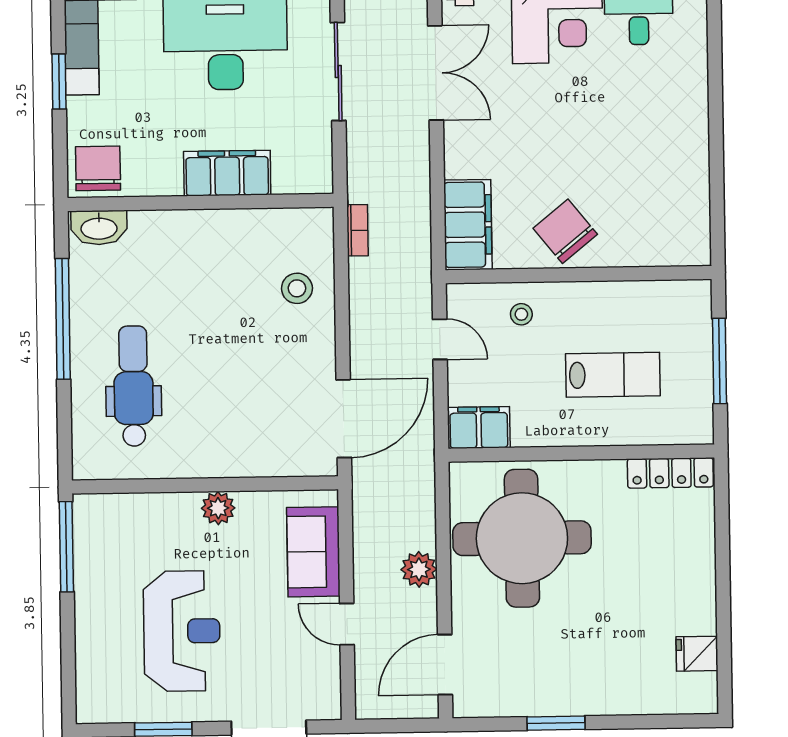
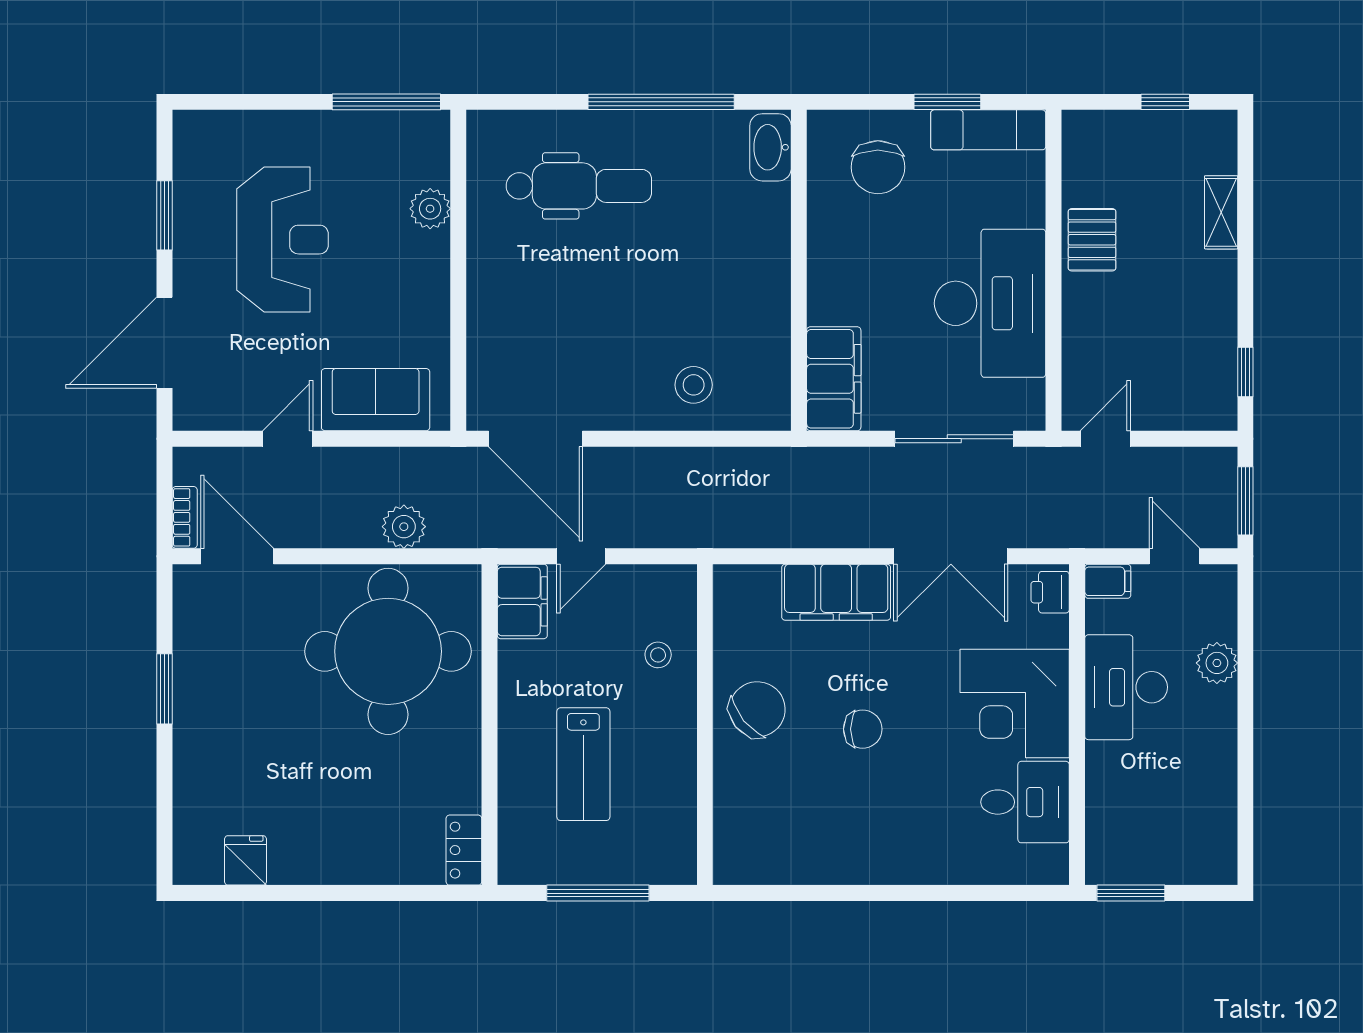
chair: (580, 144) -> (863, 729), added
chair: (98, 168) -> (878, 167), moved, turned 90
filing cabinet: (227, 173) -> (834, 379), moved
filing cabinet: (468, 225) -> (836, 592), moved
bookcase: (357, 230) -> (185, 517), moved, turned -90
door: (440, 339) -> (581, 556), moved
locker: (670, 473) -> (464, 850), width x0.66
plant: (218, 508) -> (430, 209), moved
plant: (419, 569) -> (404, 527), moved
reception desk: (182, 631) -> (282, 240), turned -90

